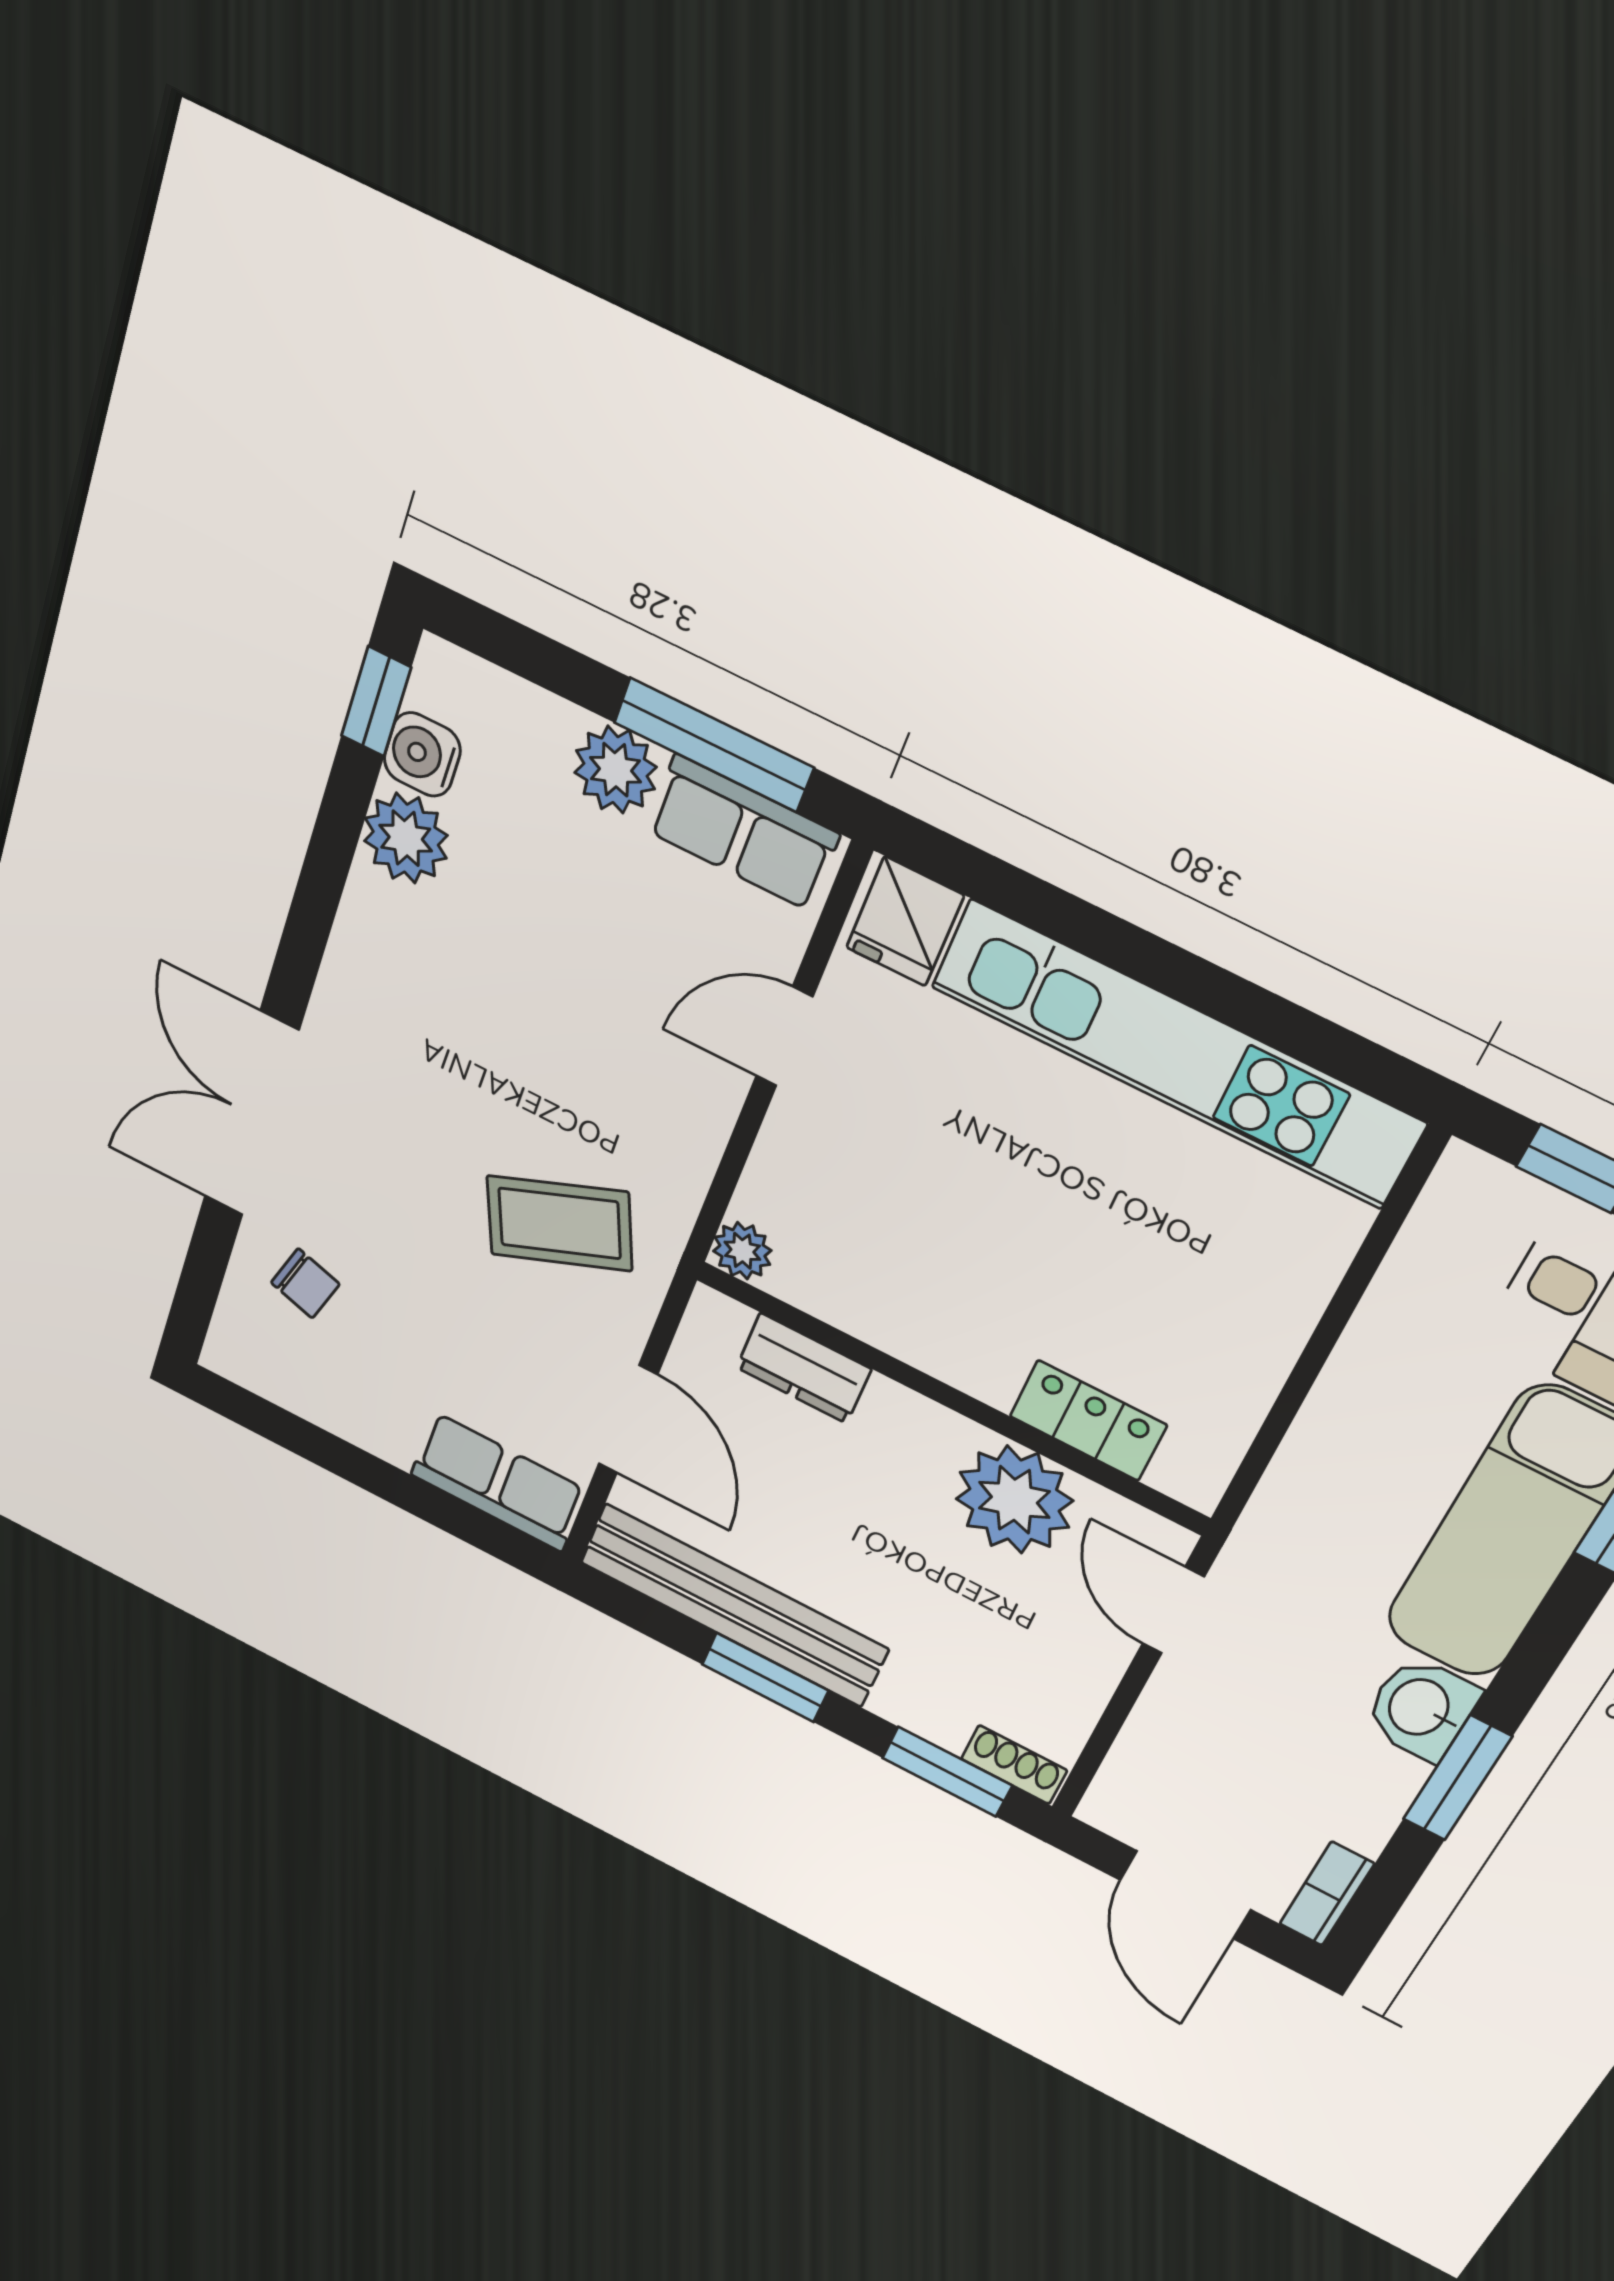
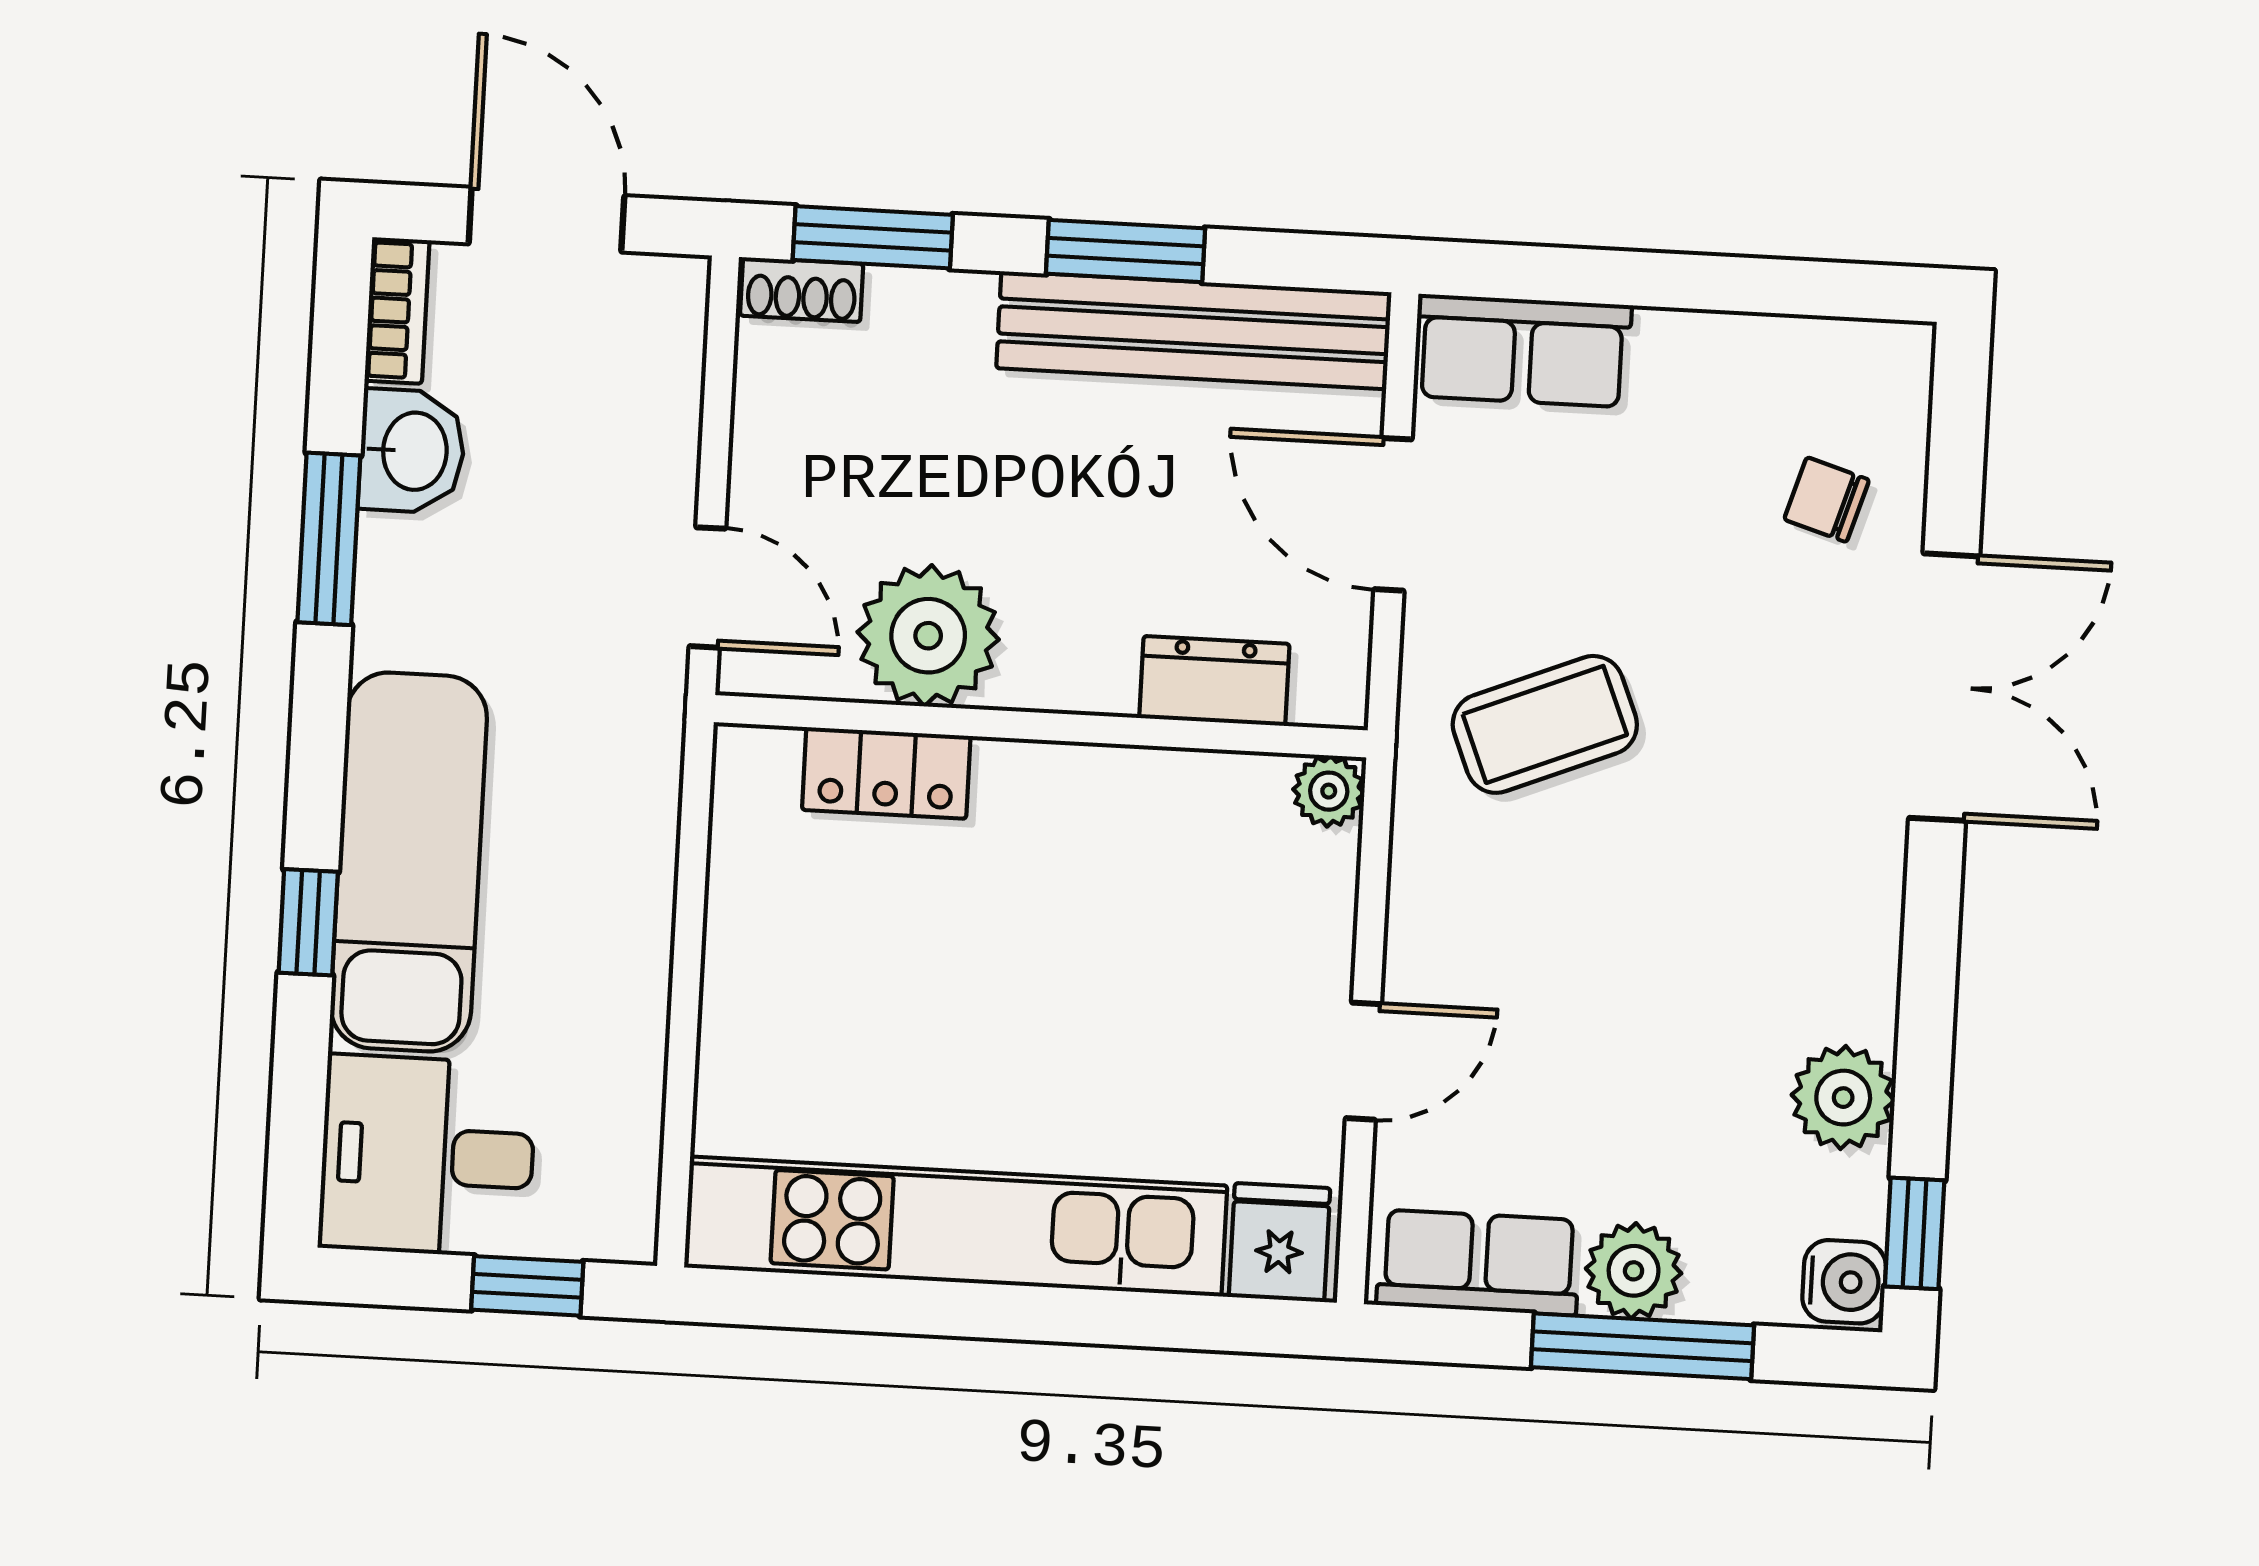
window: (714, 745) -> (1642, 1346), moved
water cooler: (422, 754) -> (1844, 1282), moved
washbasin: (1421, 1708) -> (412, 451), moved

